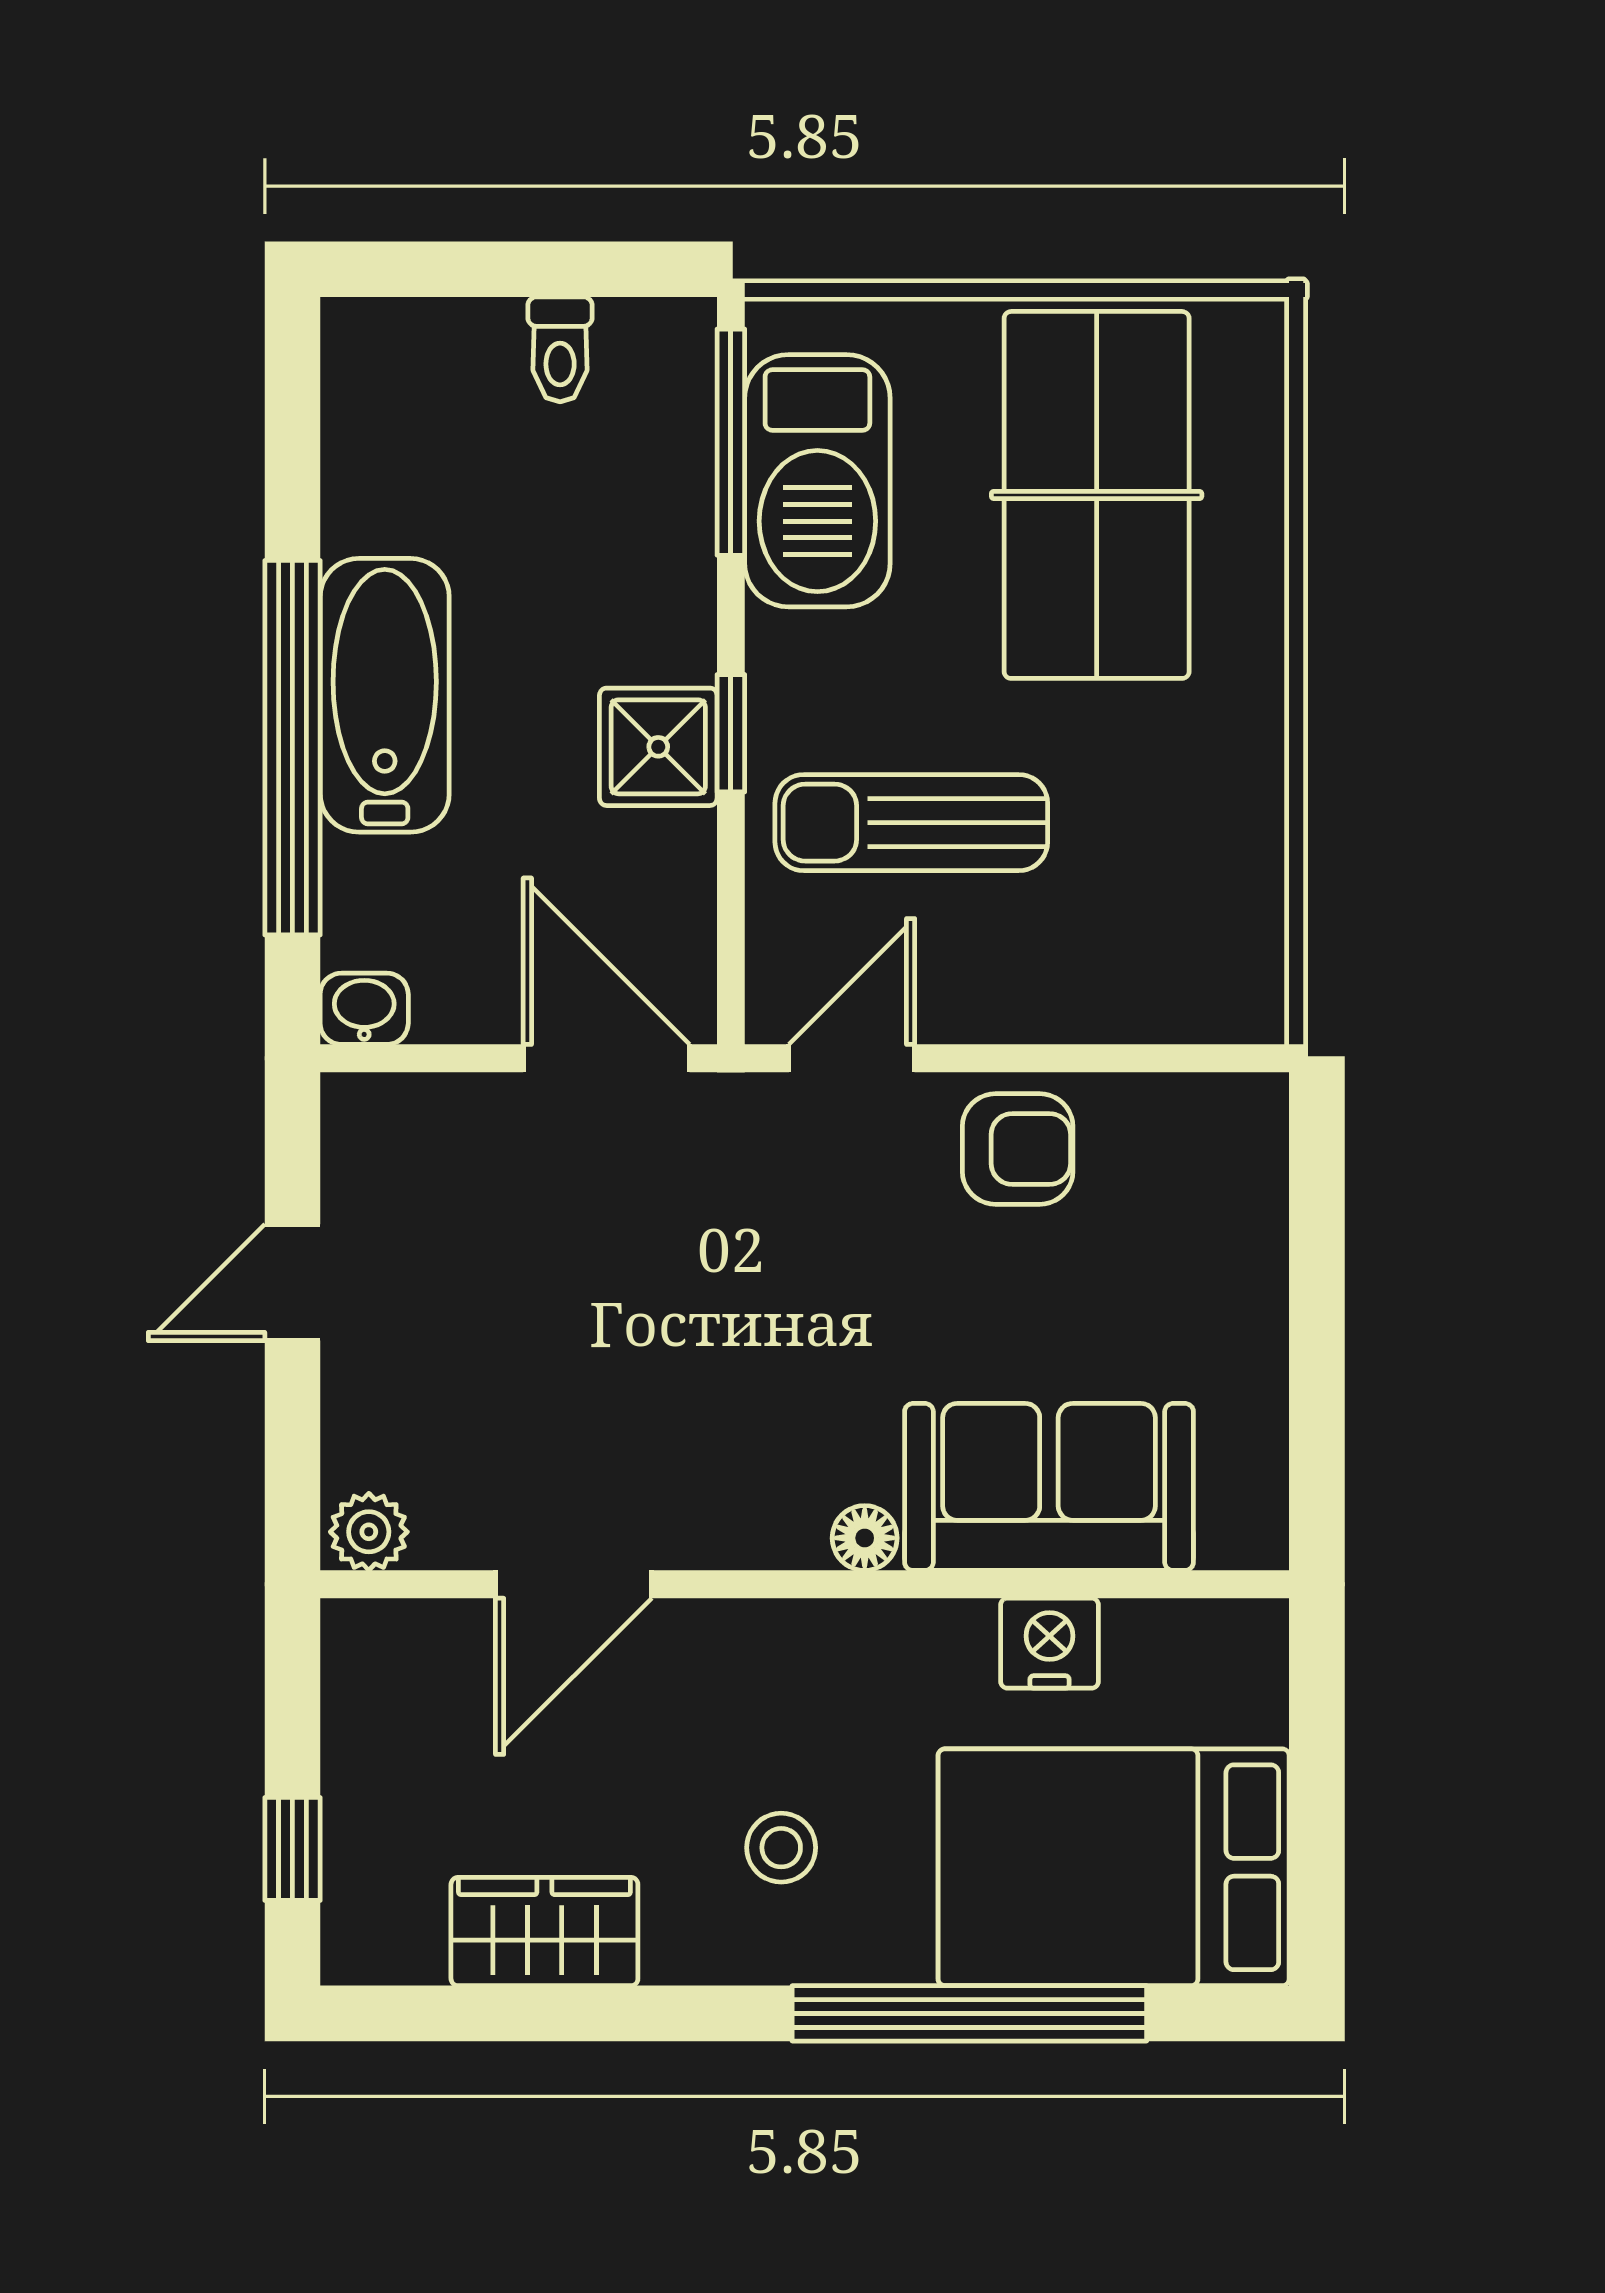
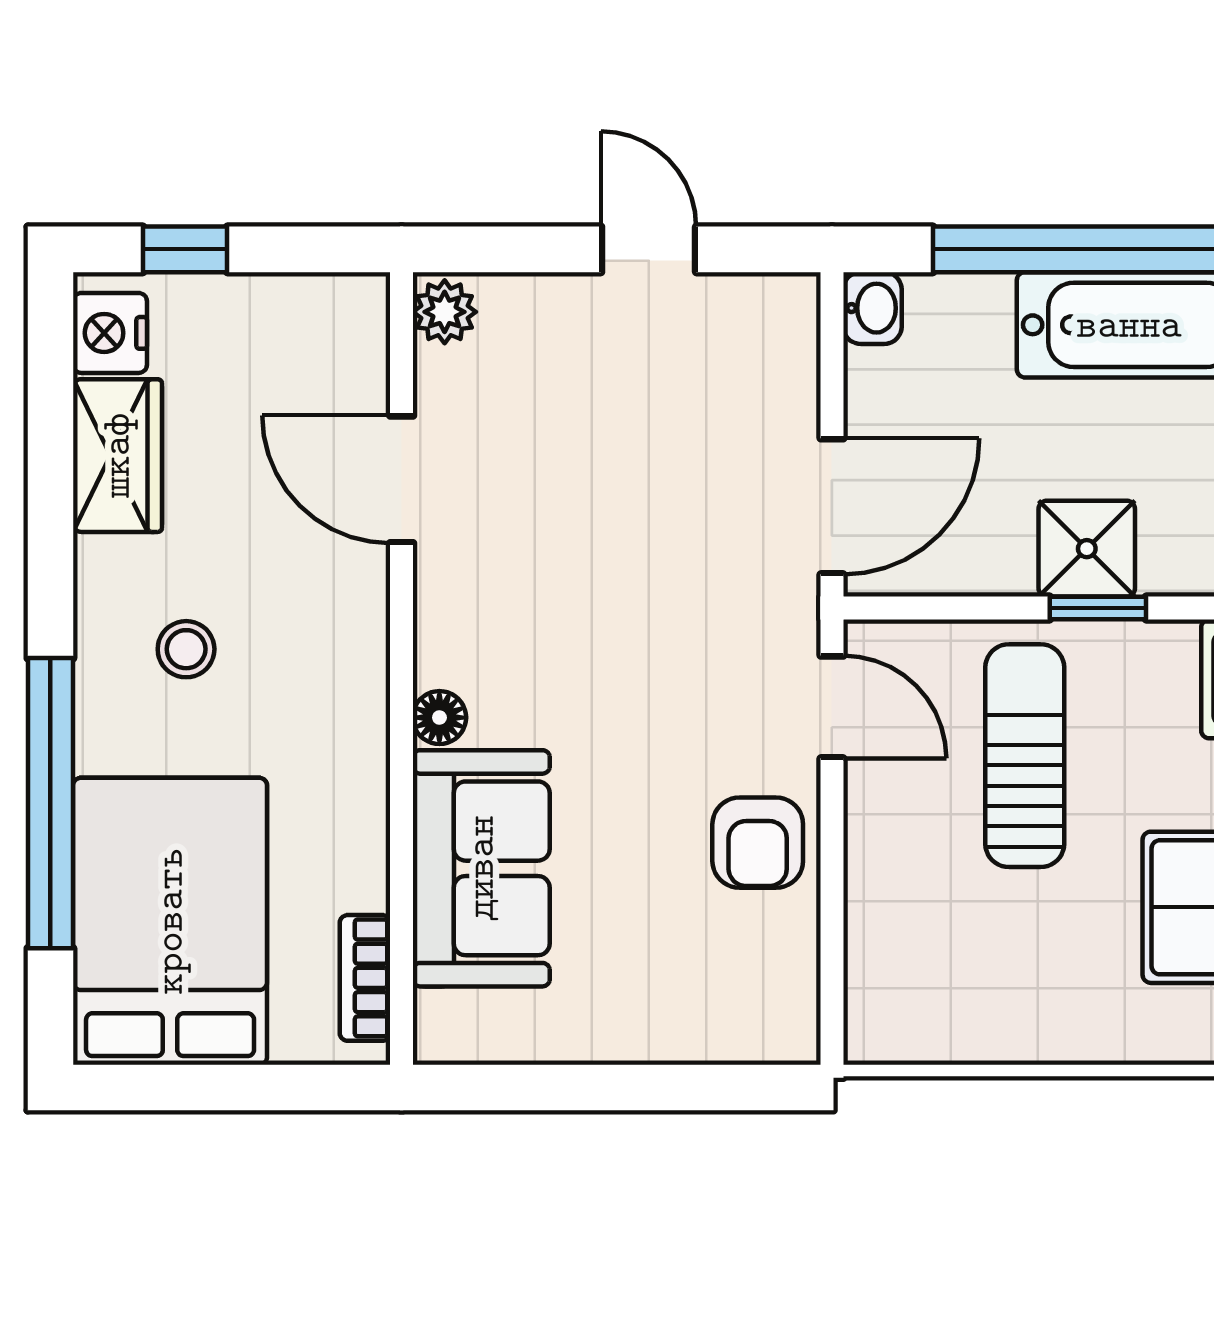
bookcase: (1183, 1629) -> (365, 978), added
nightstand: (1050, 1643) -> (110, 333), moved, turned 180

